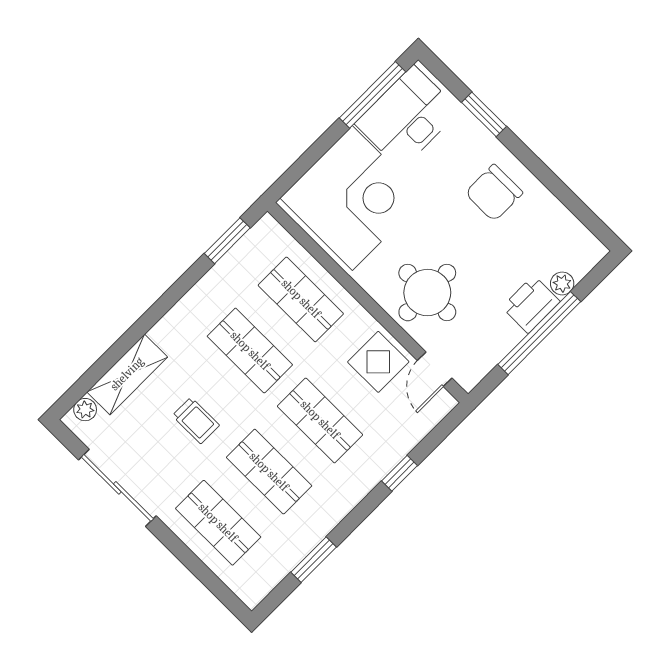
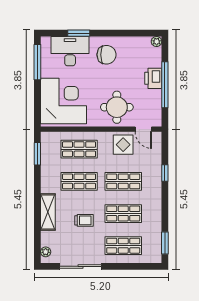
desk: (407, 117) -> (70, 51), moved, turned 90
chair: (494, 193) -> (107, 55), turned -90
plant: (562, 283) -> (157, 41), moved
shelving: (127, 374) -> (48, 212), moved
window: (314, 560) -> (165, 243), moved

